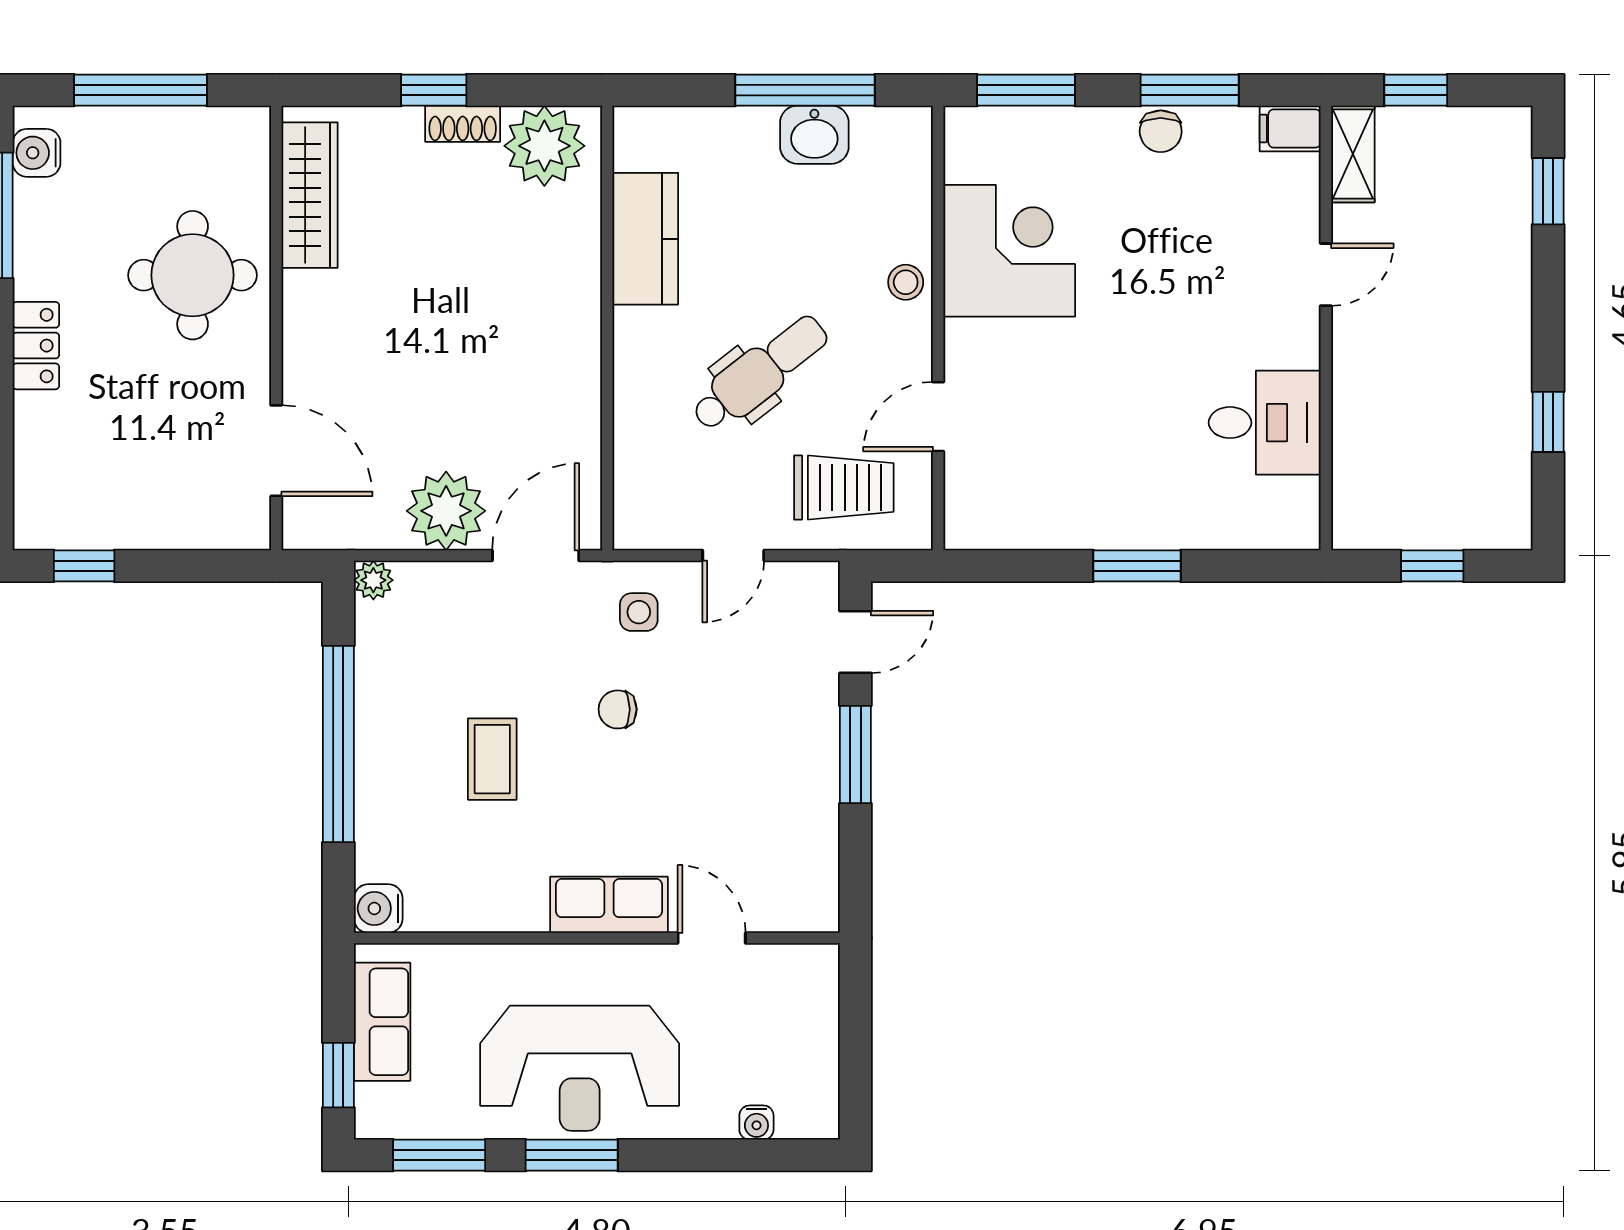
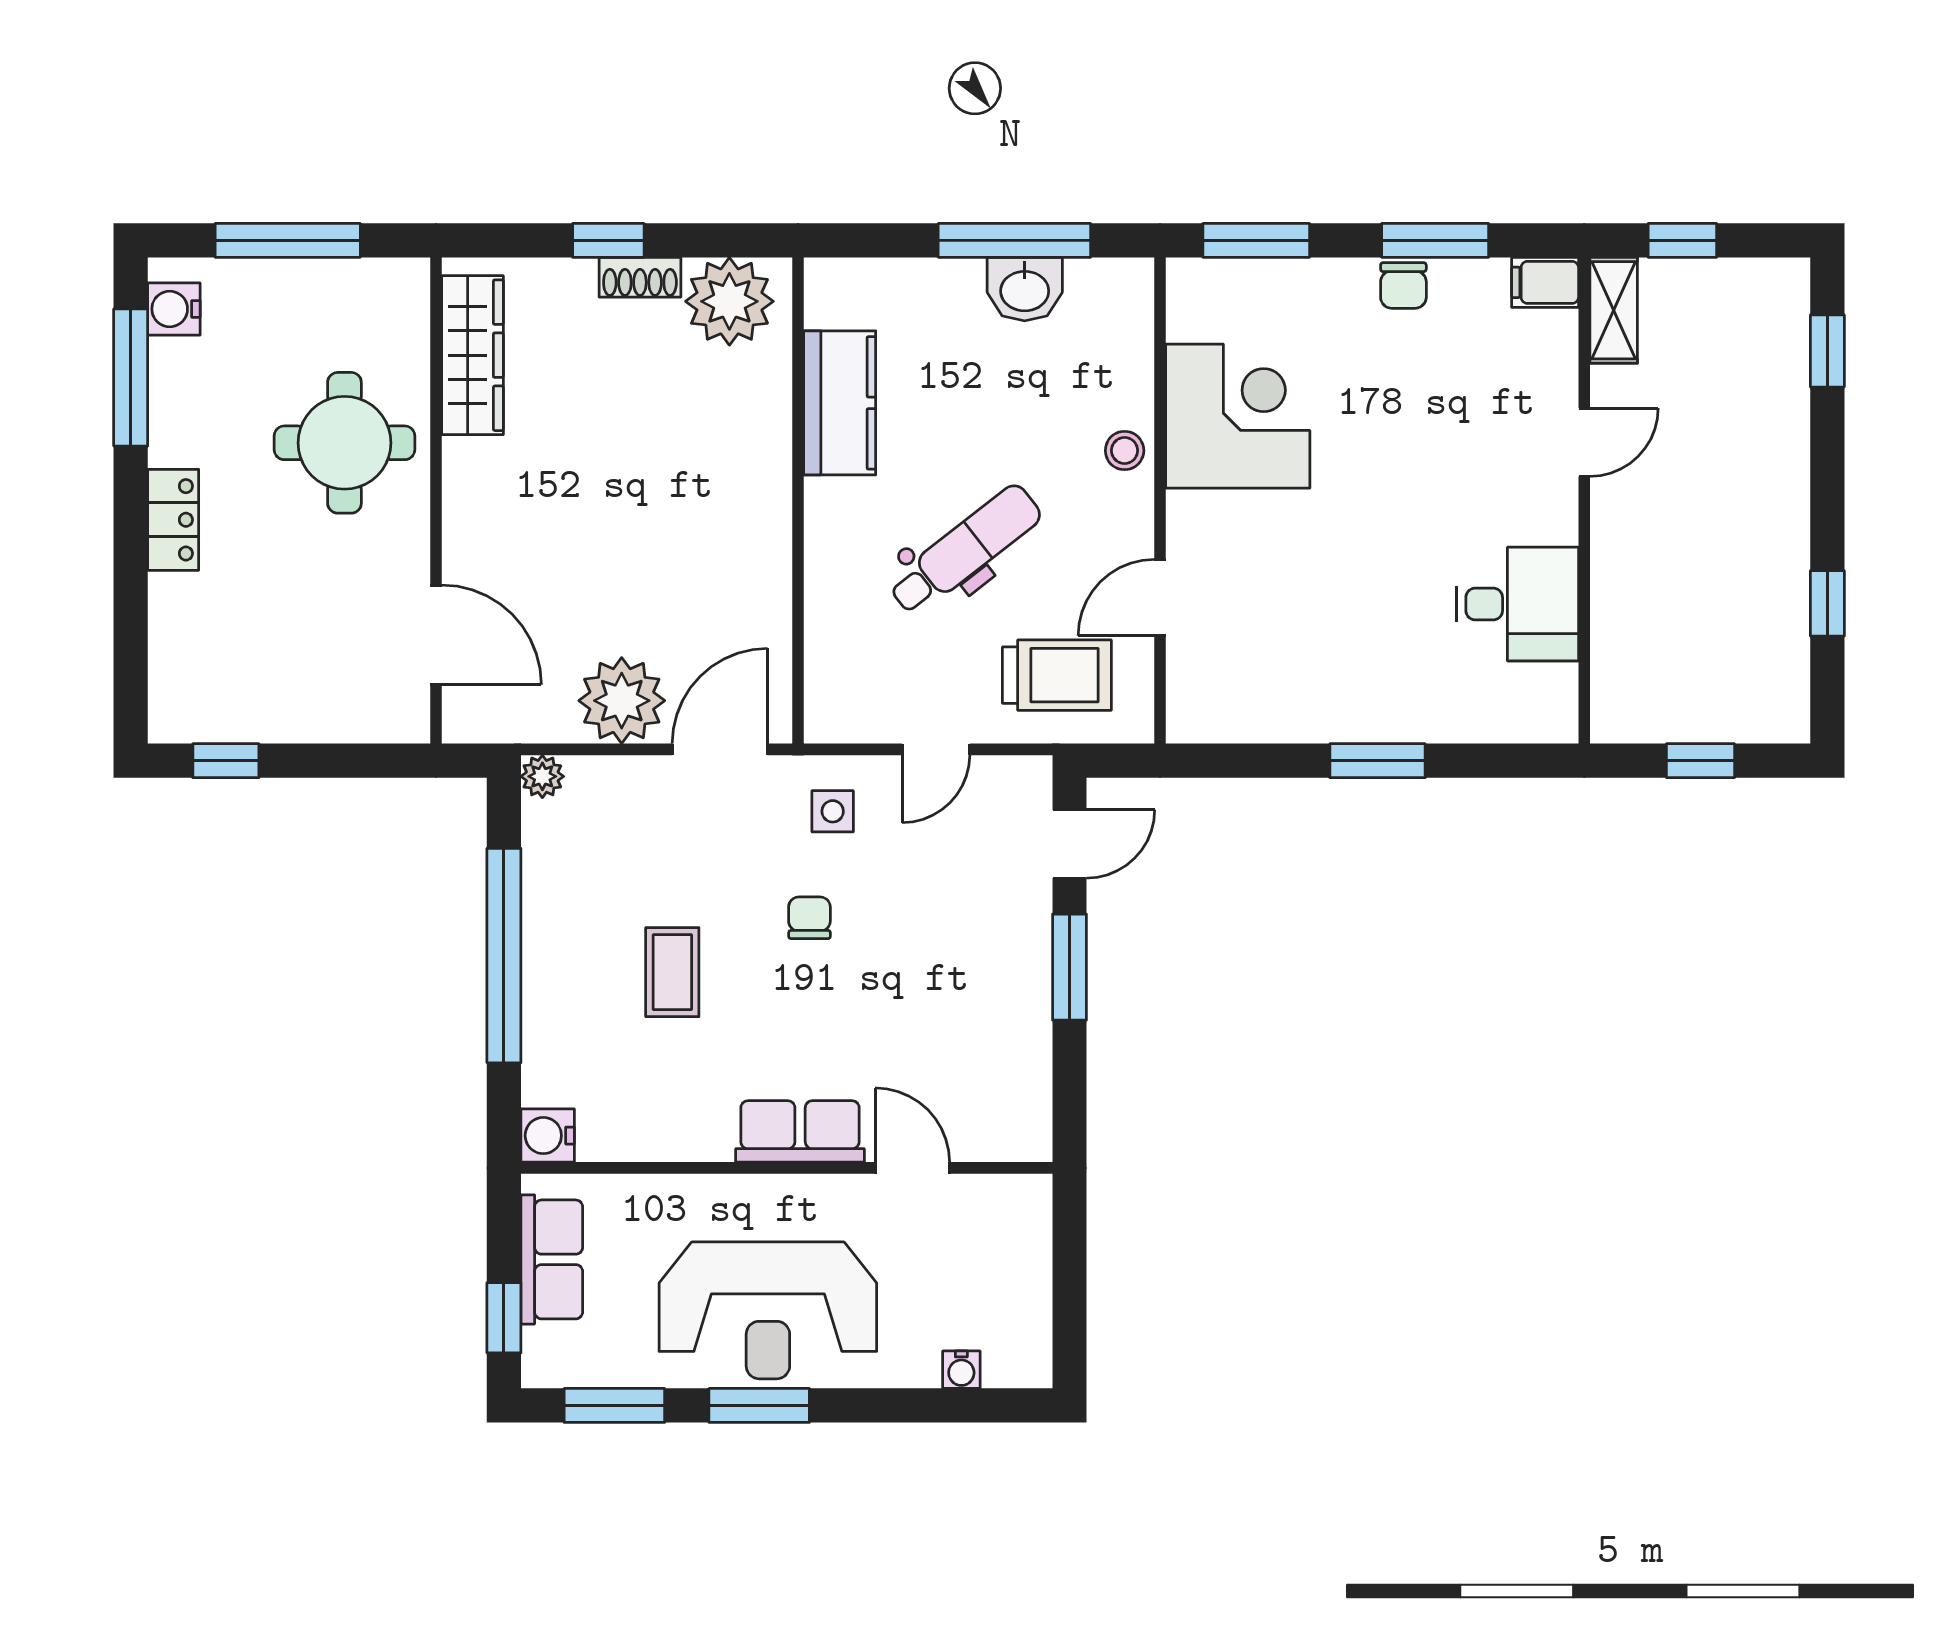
chair: (618, 709) -> (809, 918), turned 90

